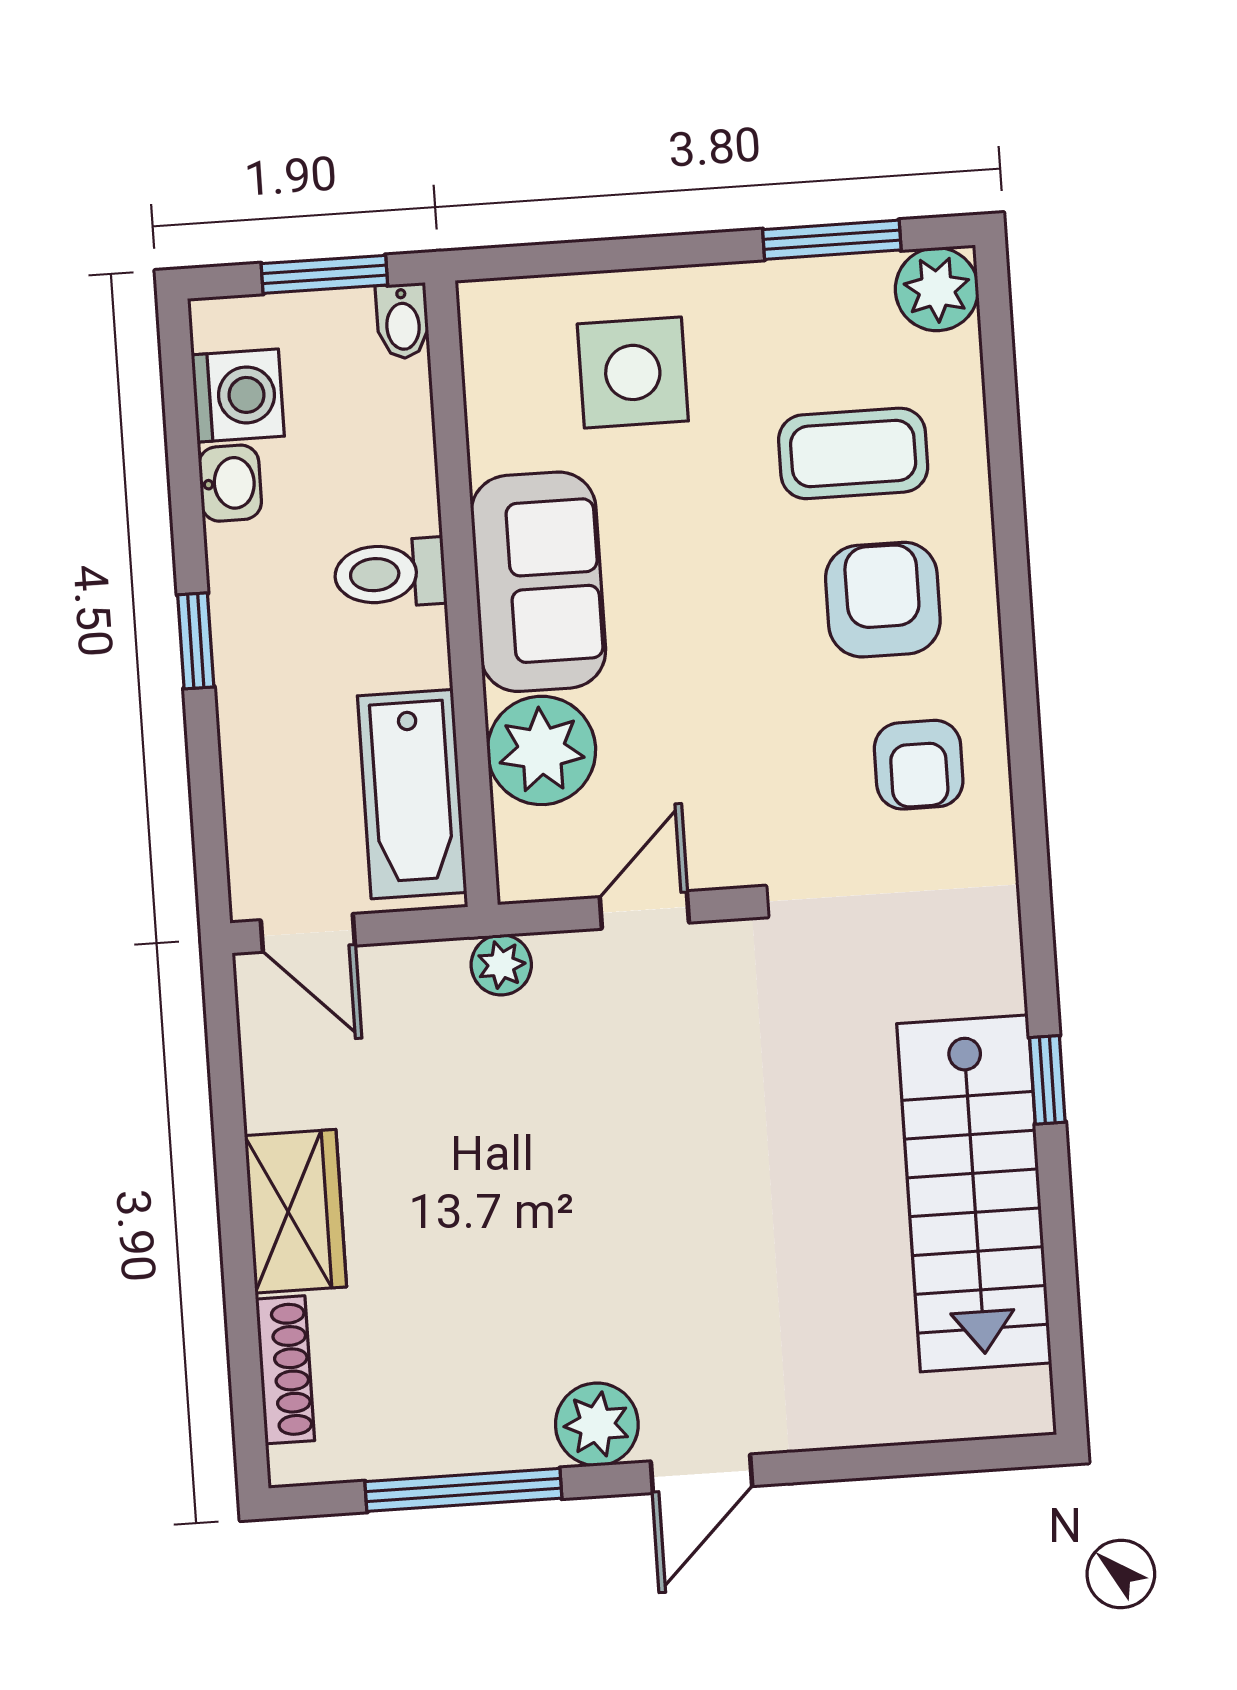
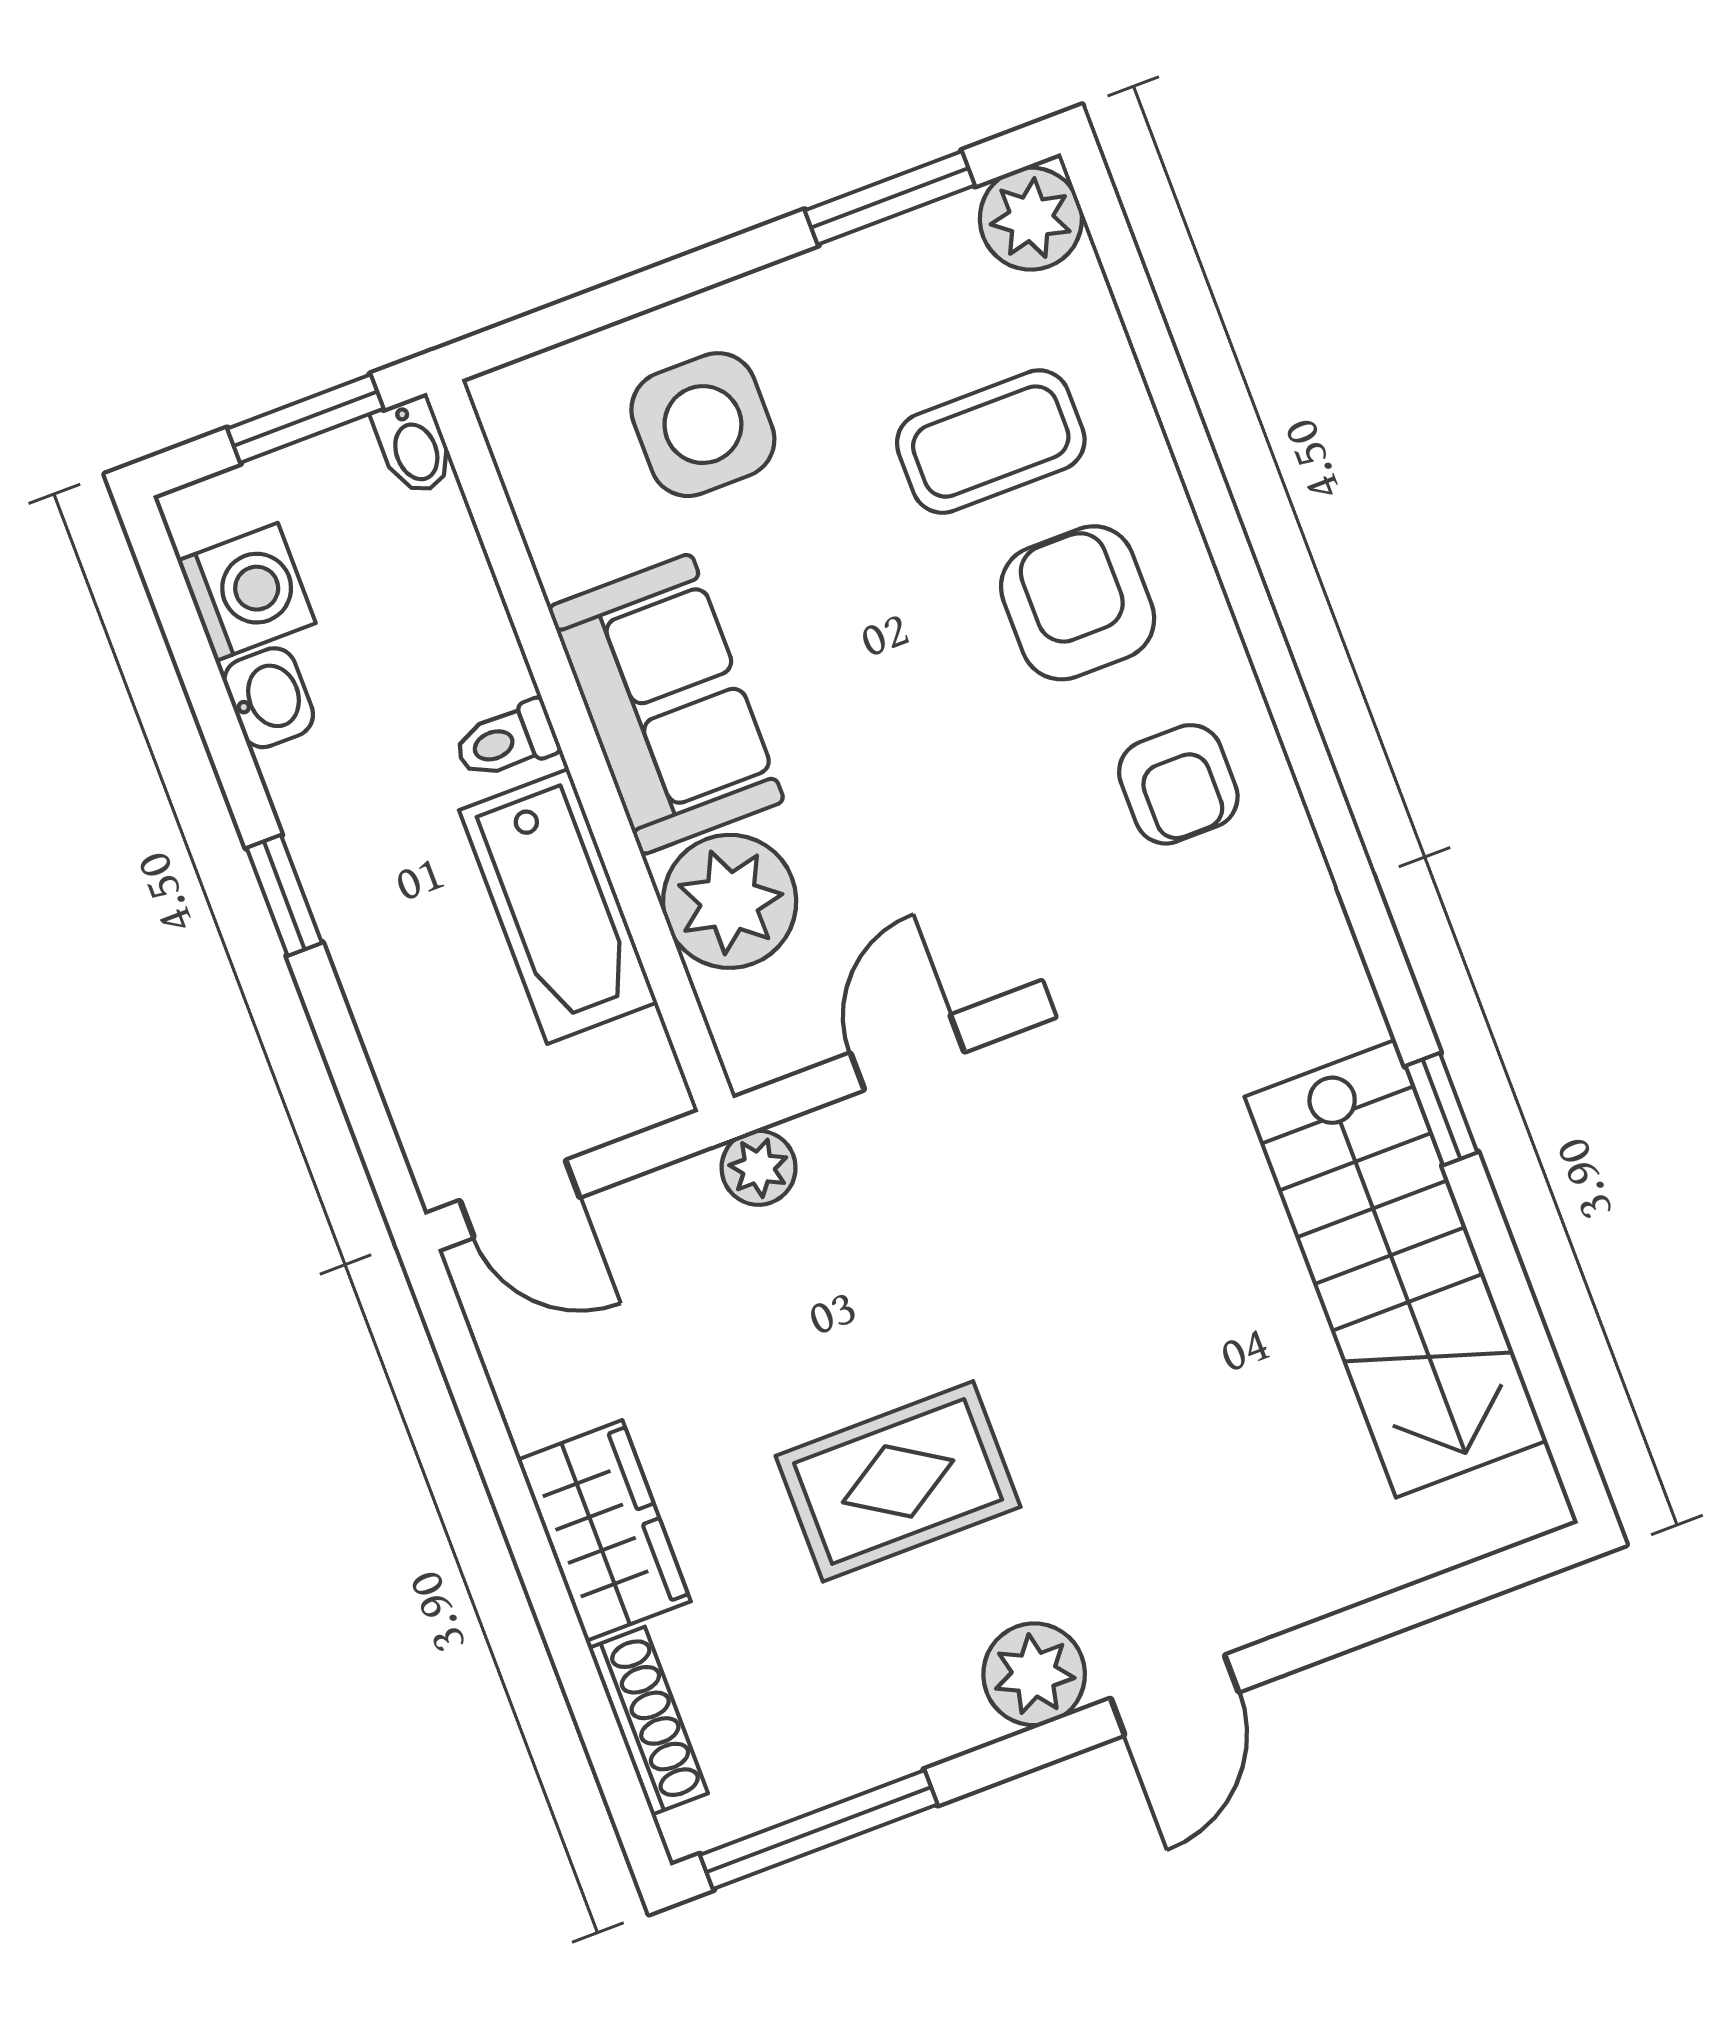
toilet: (390, 574) -> (506, 741), width x0.73, depth x0.72
bathtub: (412, 794) -> (558, 906), moved
rug: (536, 1242) -> (898, 1481), added
window: (463, 1490) -> (819, 1830), moved

